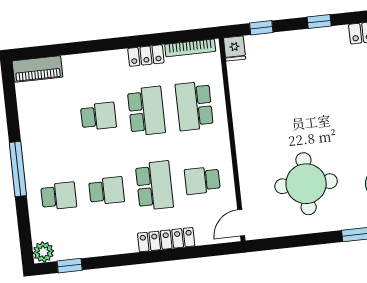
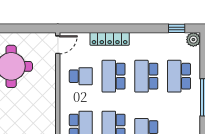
school desk: (107, 191) -> (146, 76), width x1.85
school desk: (59, 196) -> (179, 76), width x1.85

